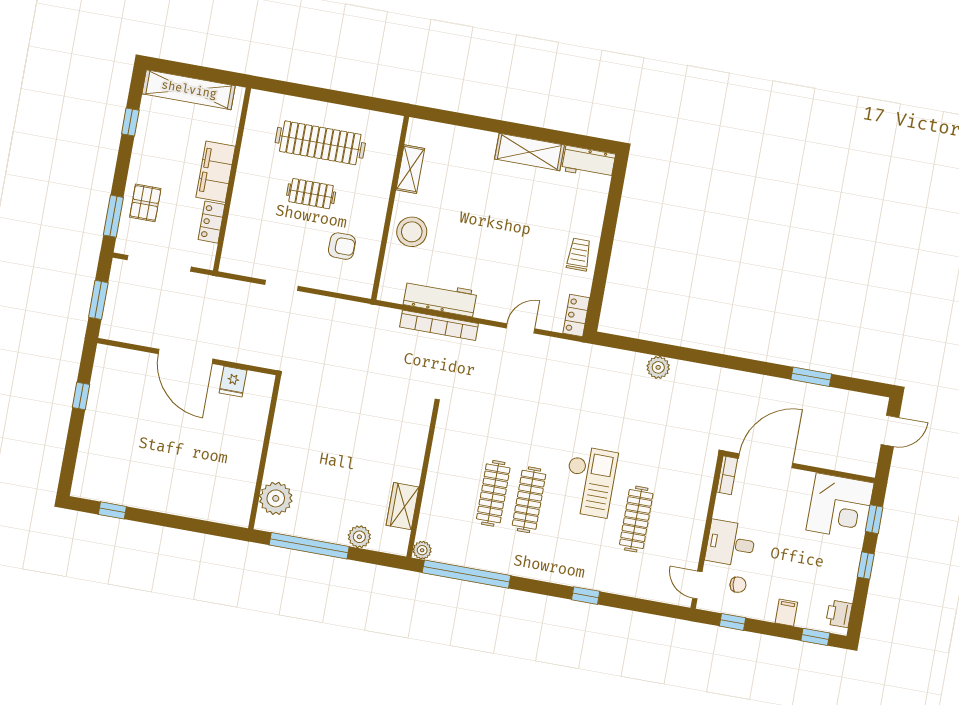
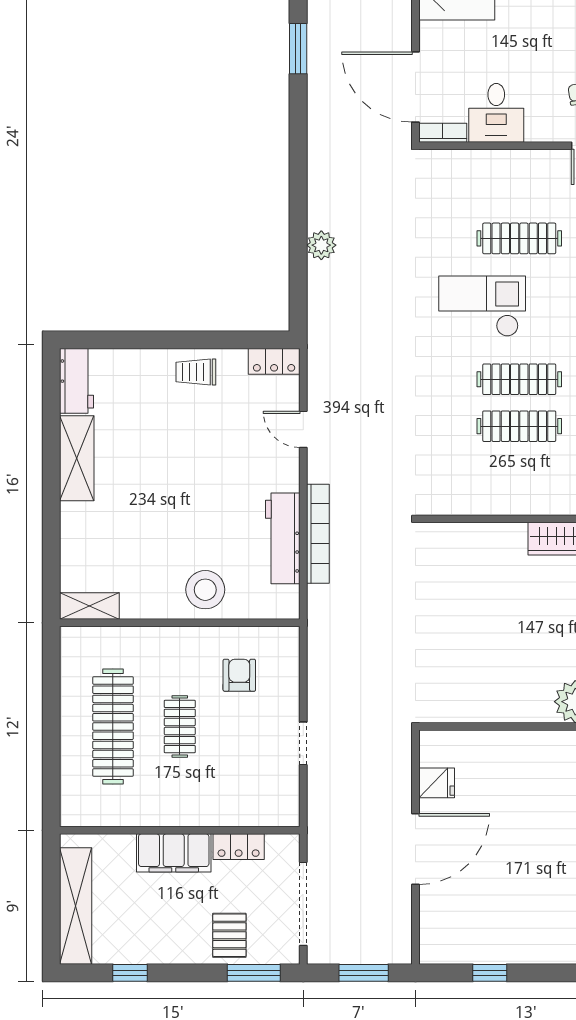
shelving: (410, 169) -> (89, 606), moved
pallet: (145, 203) -> (229, 935), turned 90
desk: (731, 543) -> (496, 113), moved

